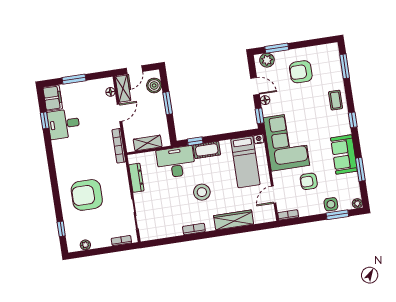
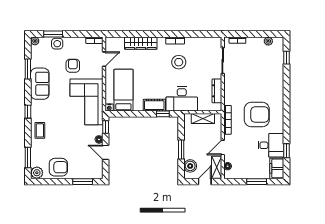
plant: (267, 60) -> (37, 173), moved
armchair: (301, 72) -> (58, 167), moved
armchair: (309, 181) -> (73, 66), turned -90
stool: (202, 192) -> (179, 62), moved
armchair: (87, 195) -> (257, 114), moved

